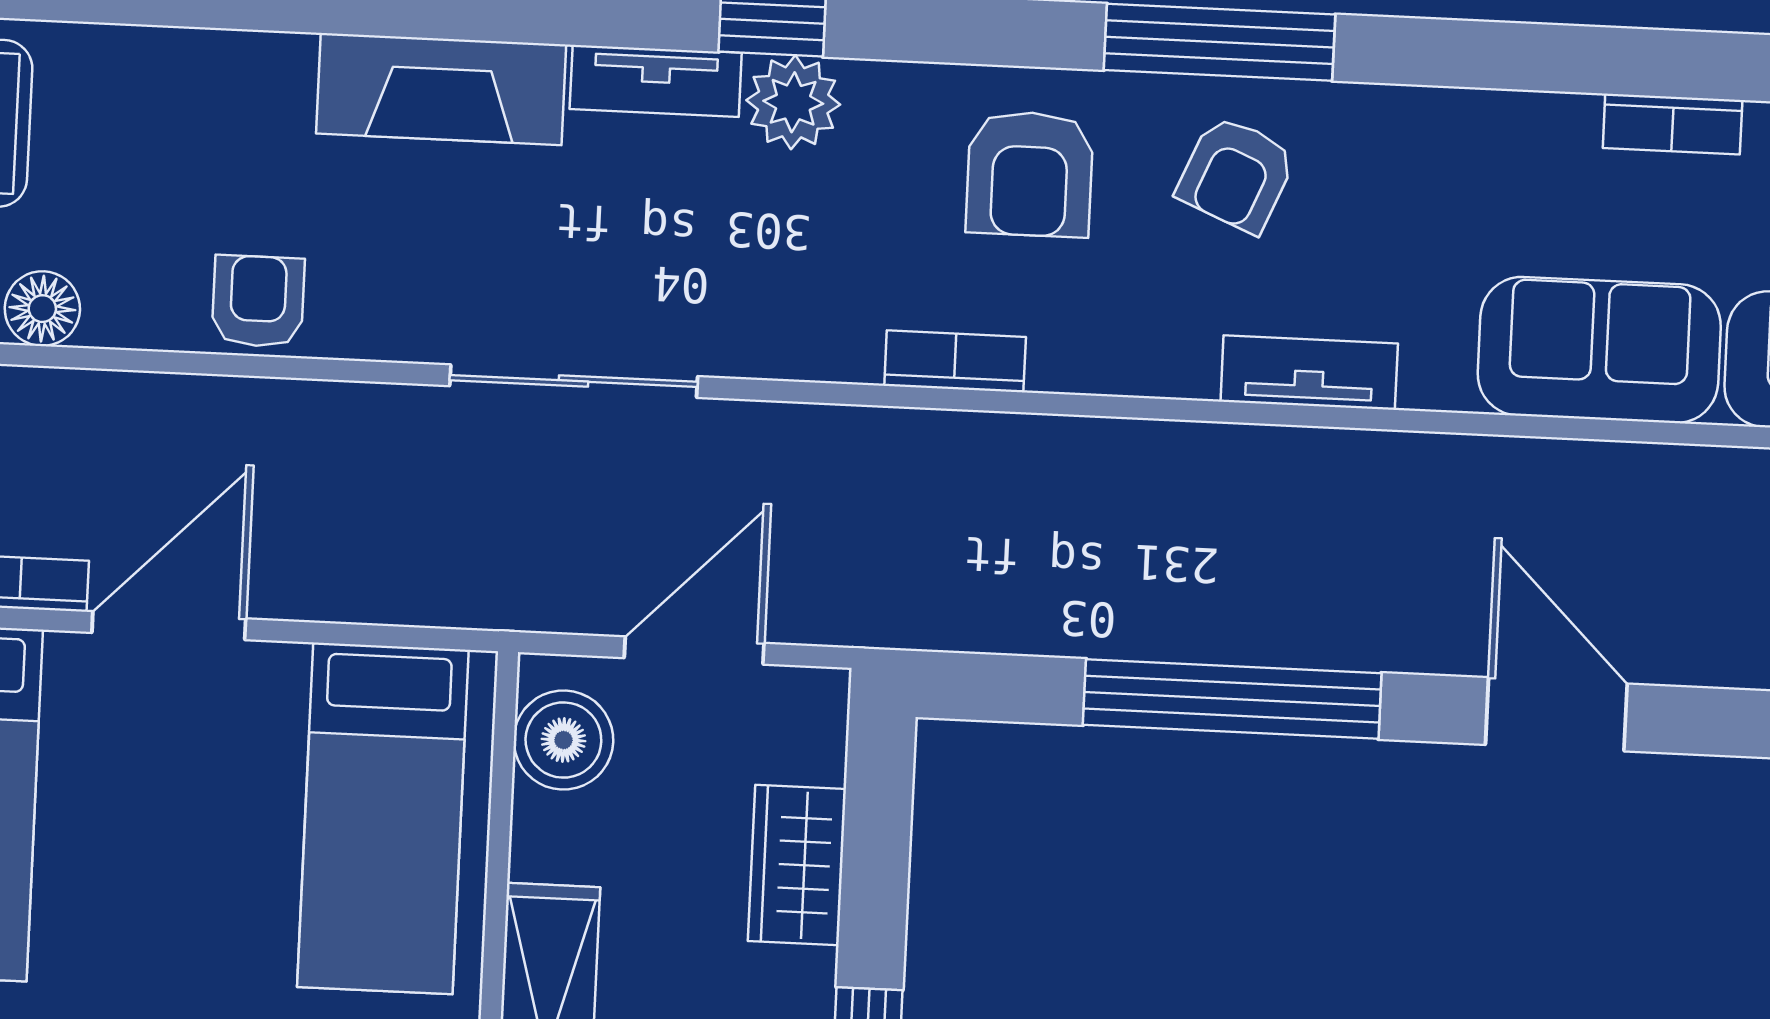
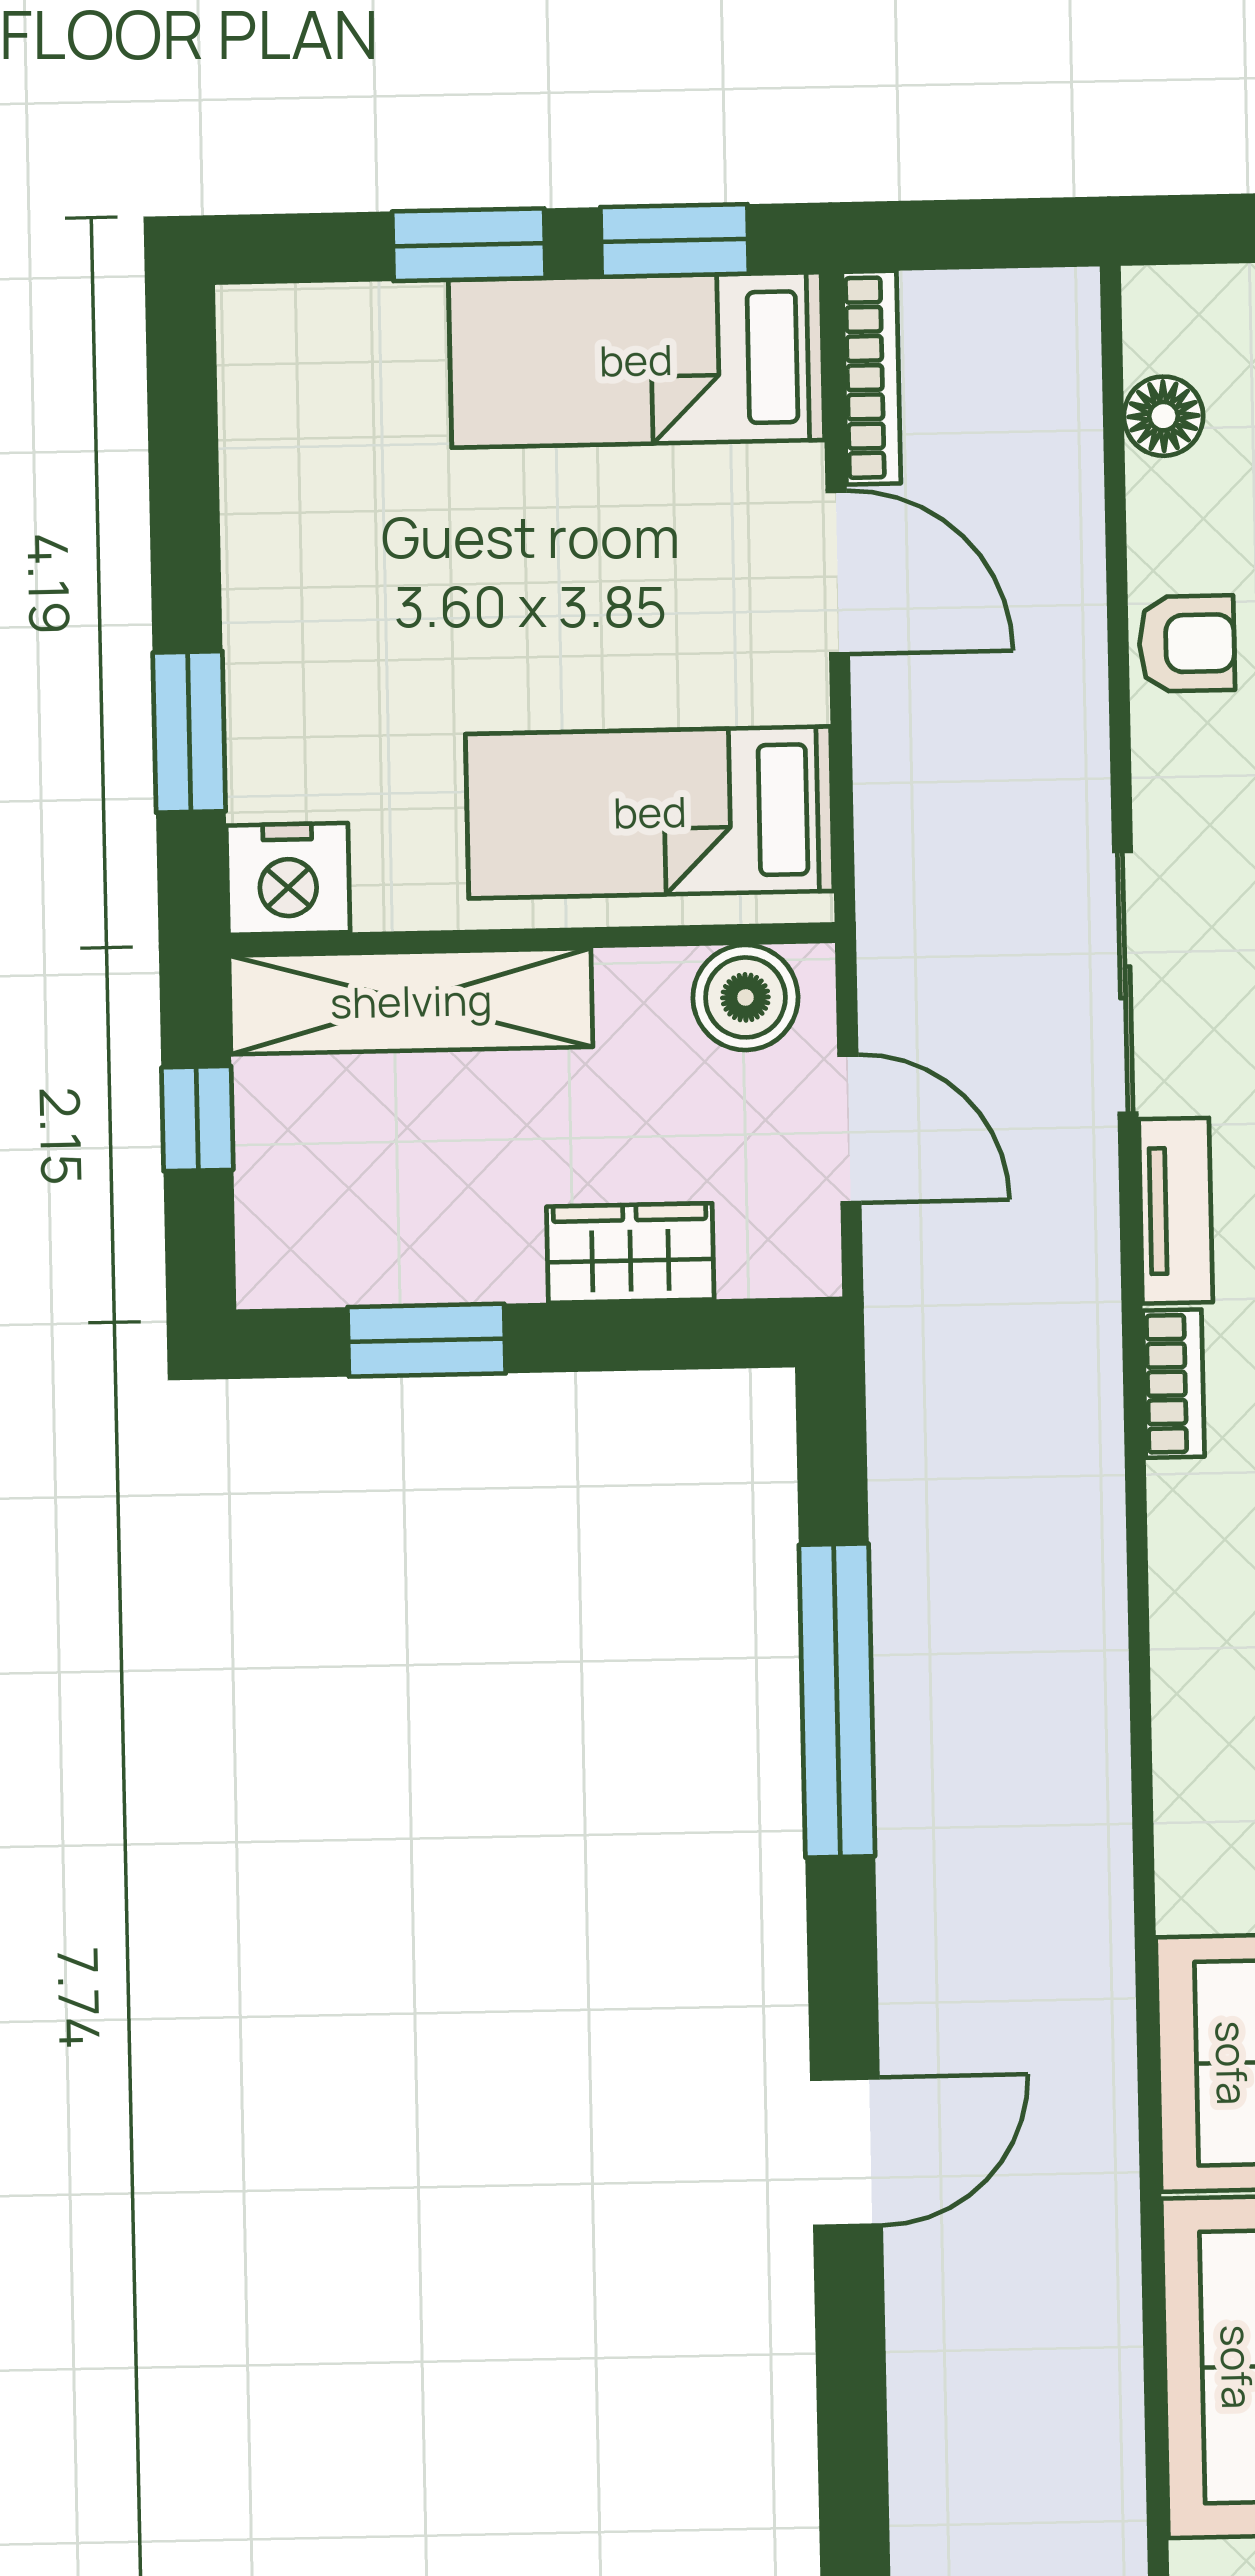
tv unit: (1309, 373) -> (1176, 1211), moved
door: (1556, 714) -> (846, 2152), moved

